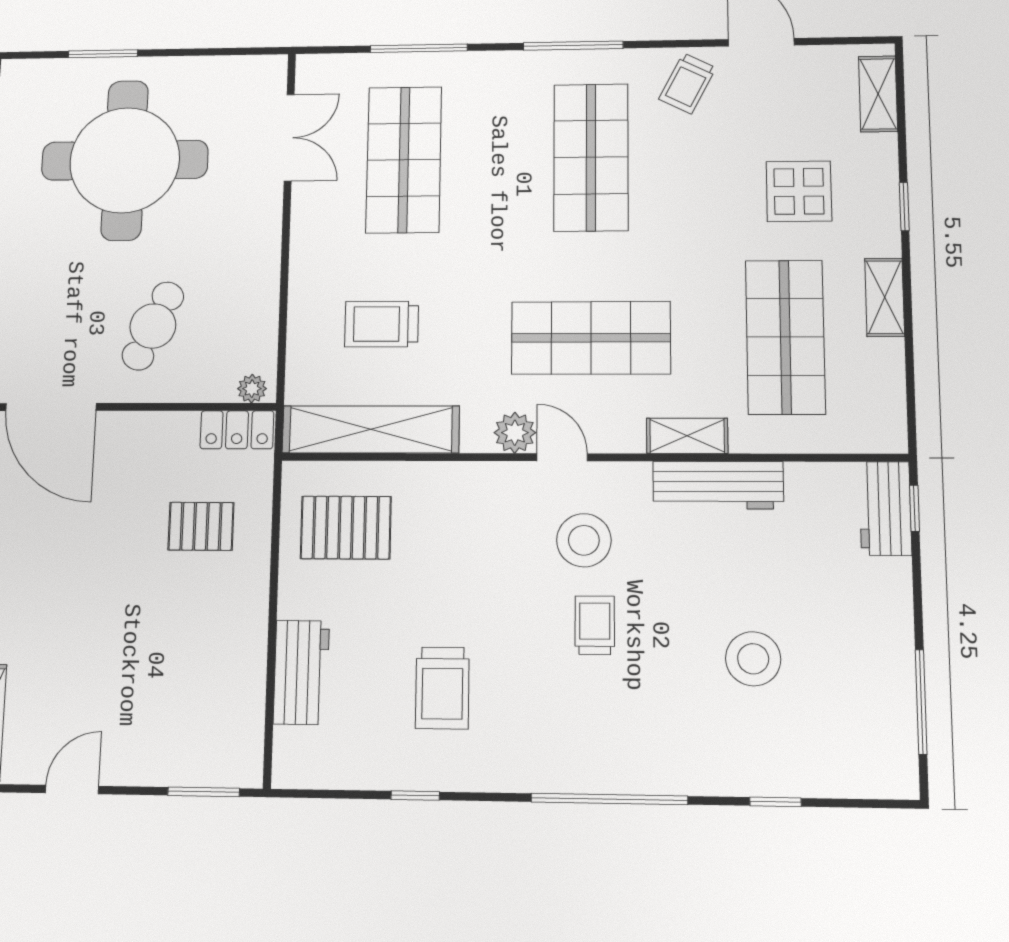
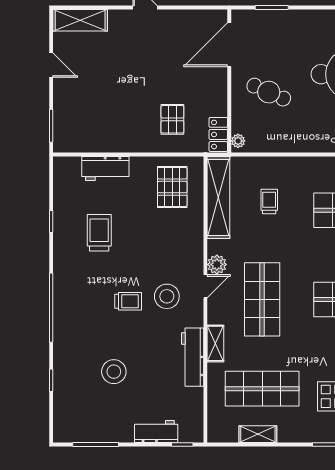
shelving: (885, 297) -> (258, 434), moved
trolley: (382, 324) -> (269, 201), width x0.73, depth x0.72
workbench: (885, 508) -> (156, 432), moved
trolley: (442, 688) -> (99, 233), turned 90

